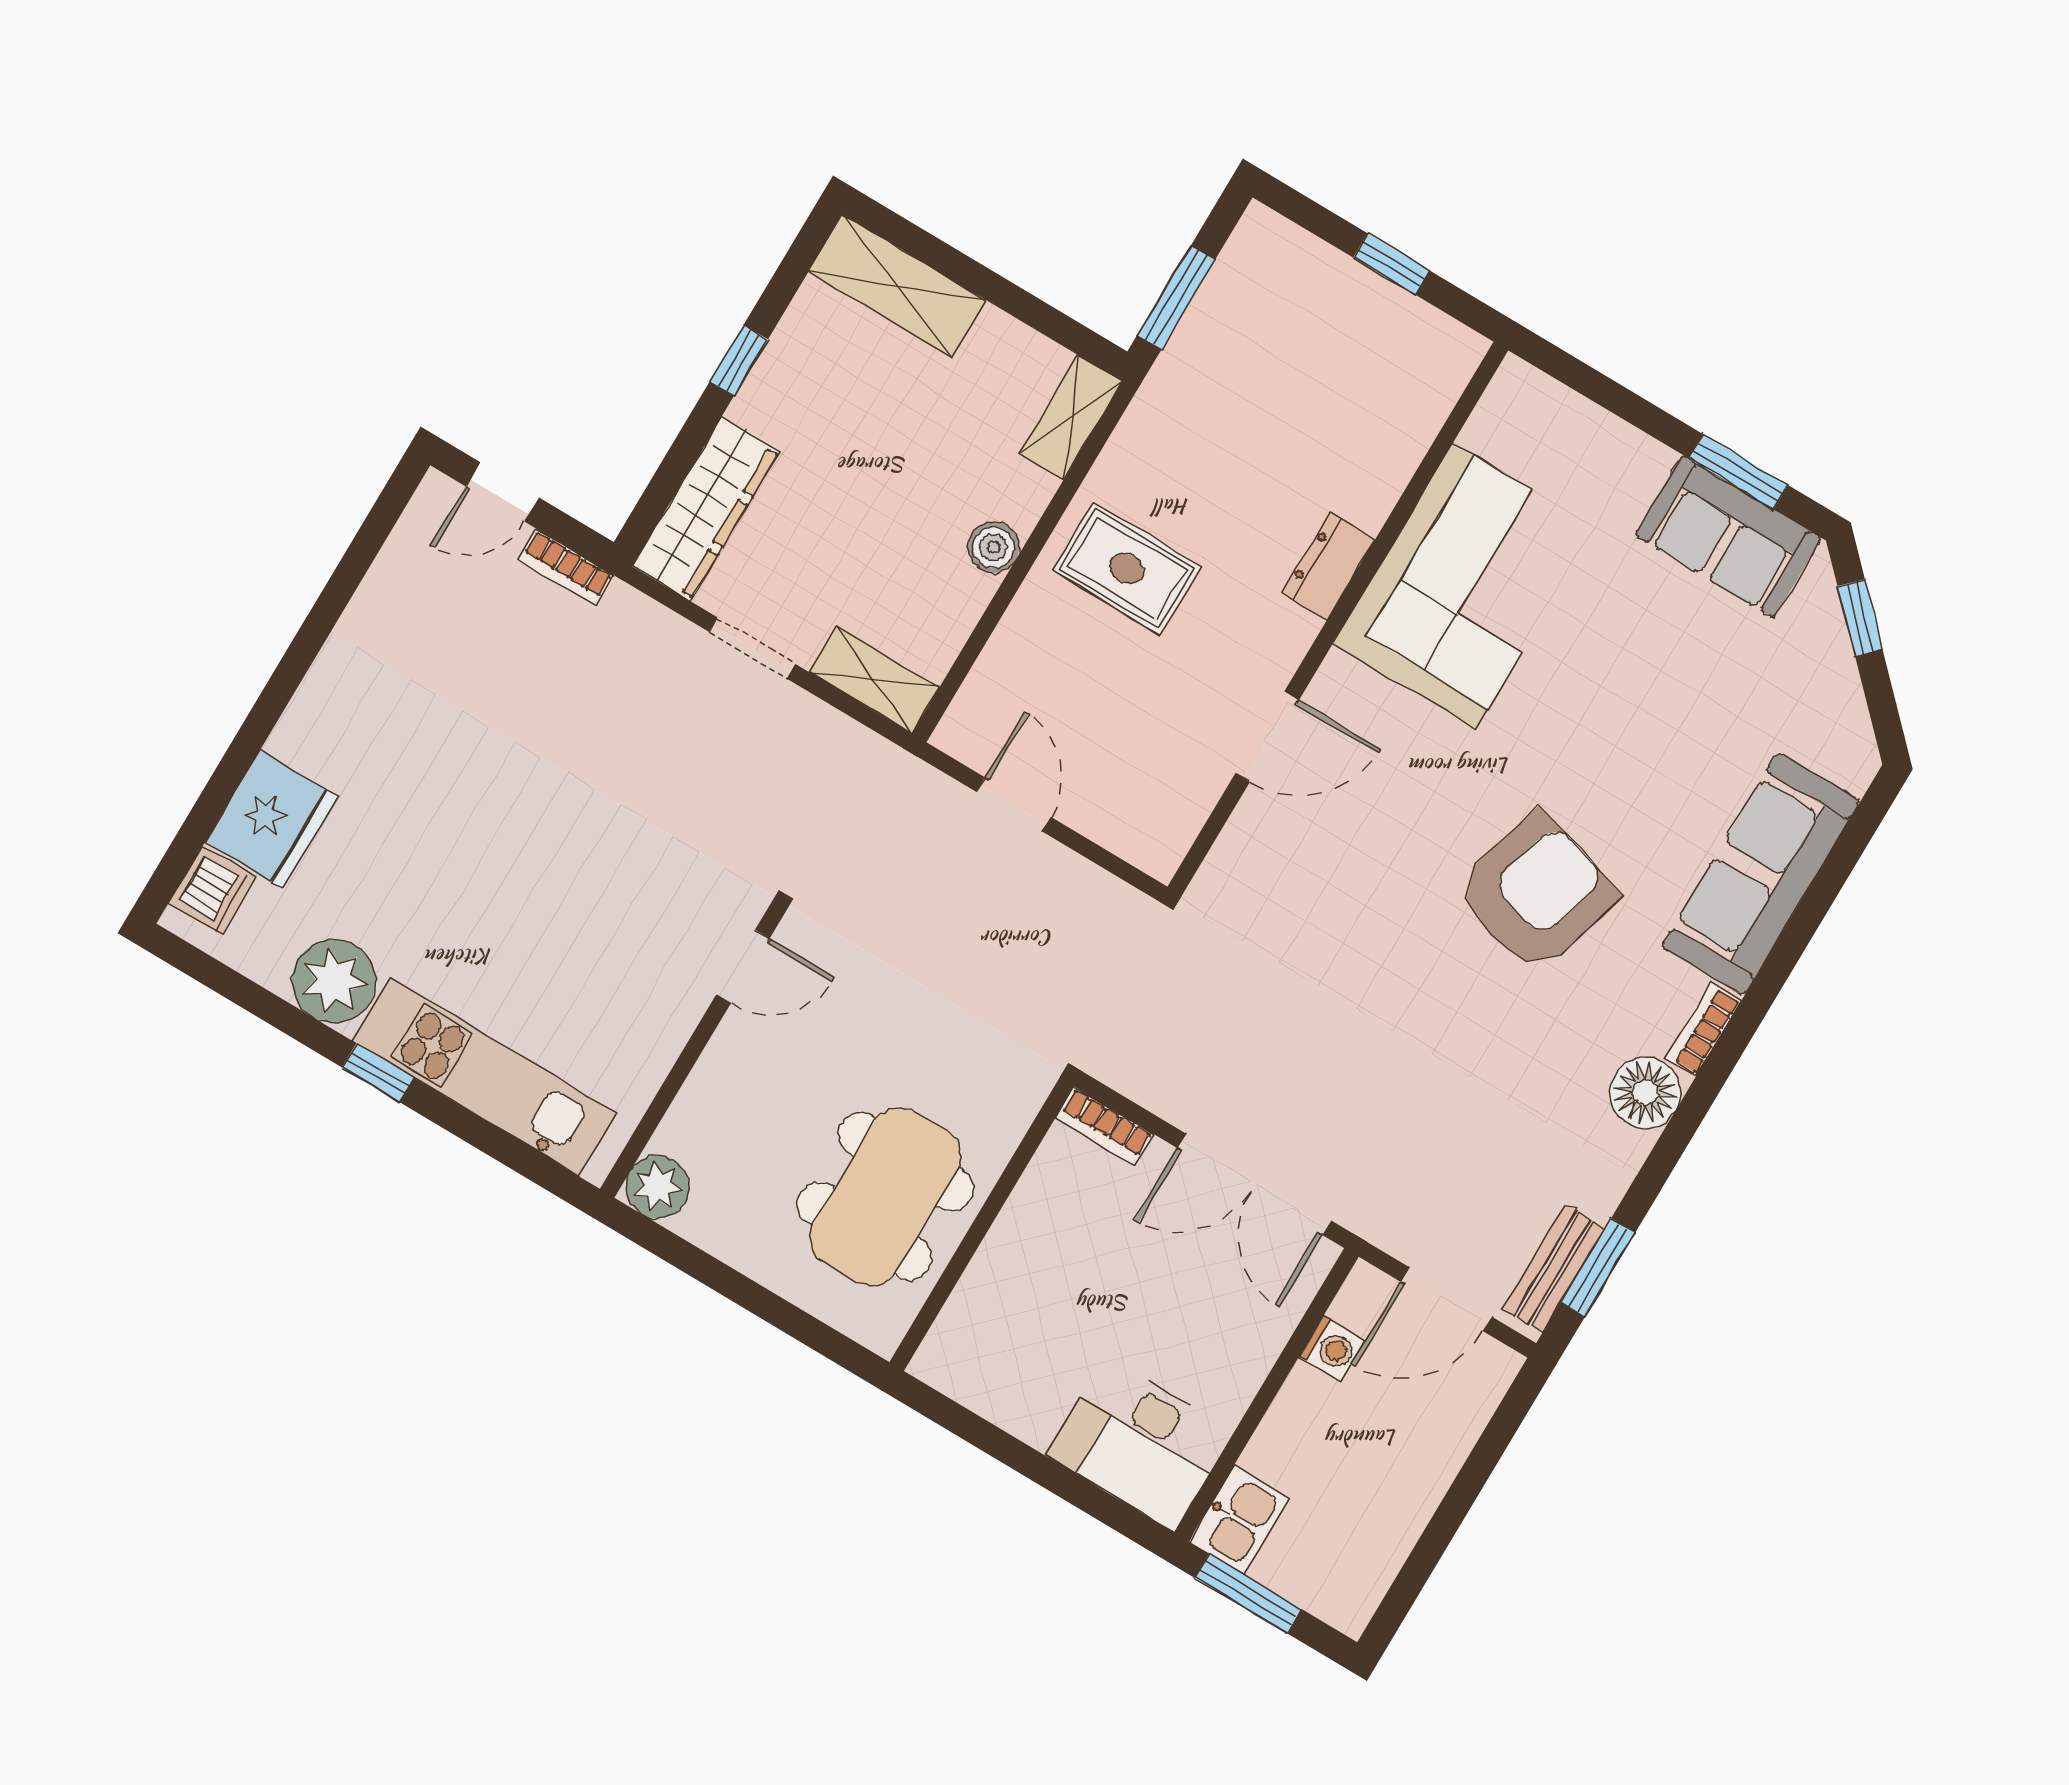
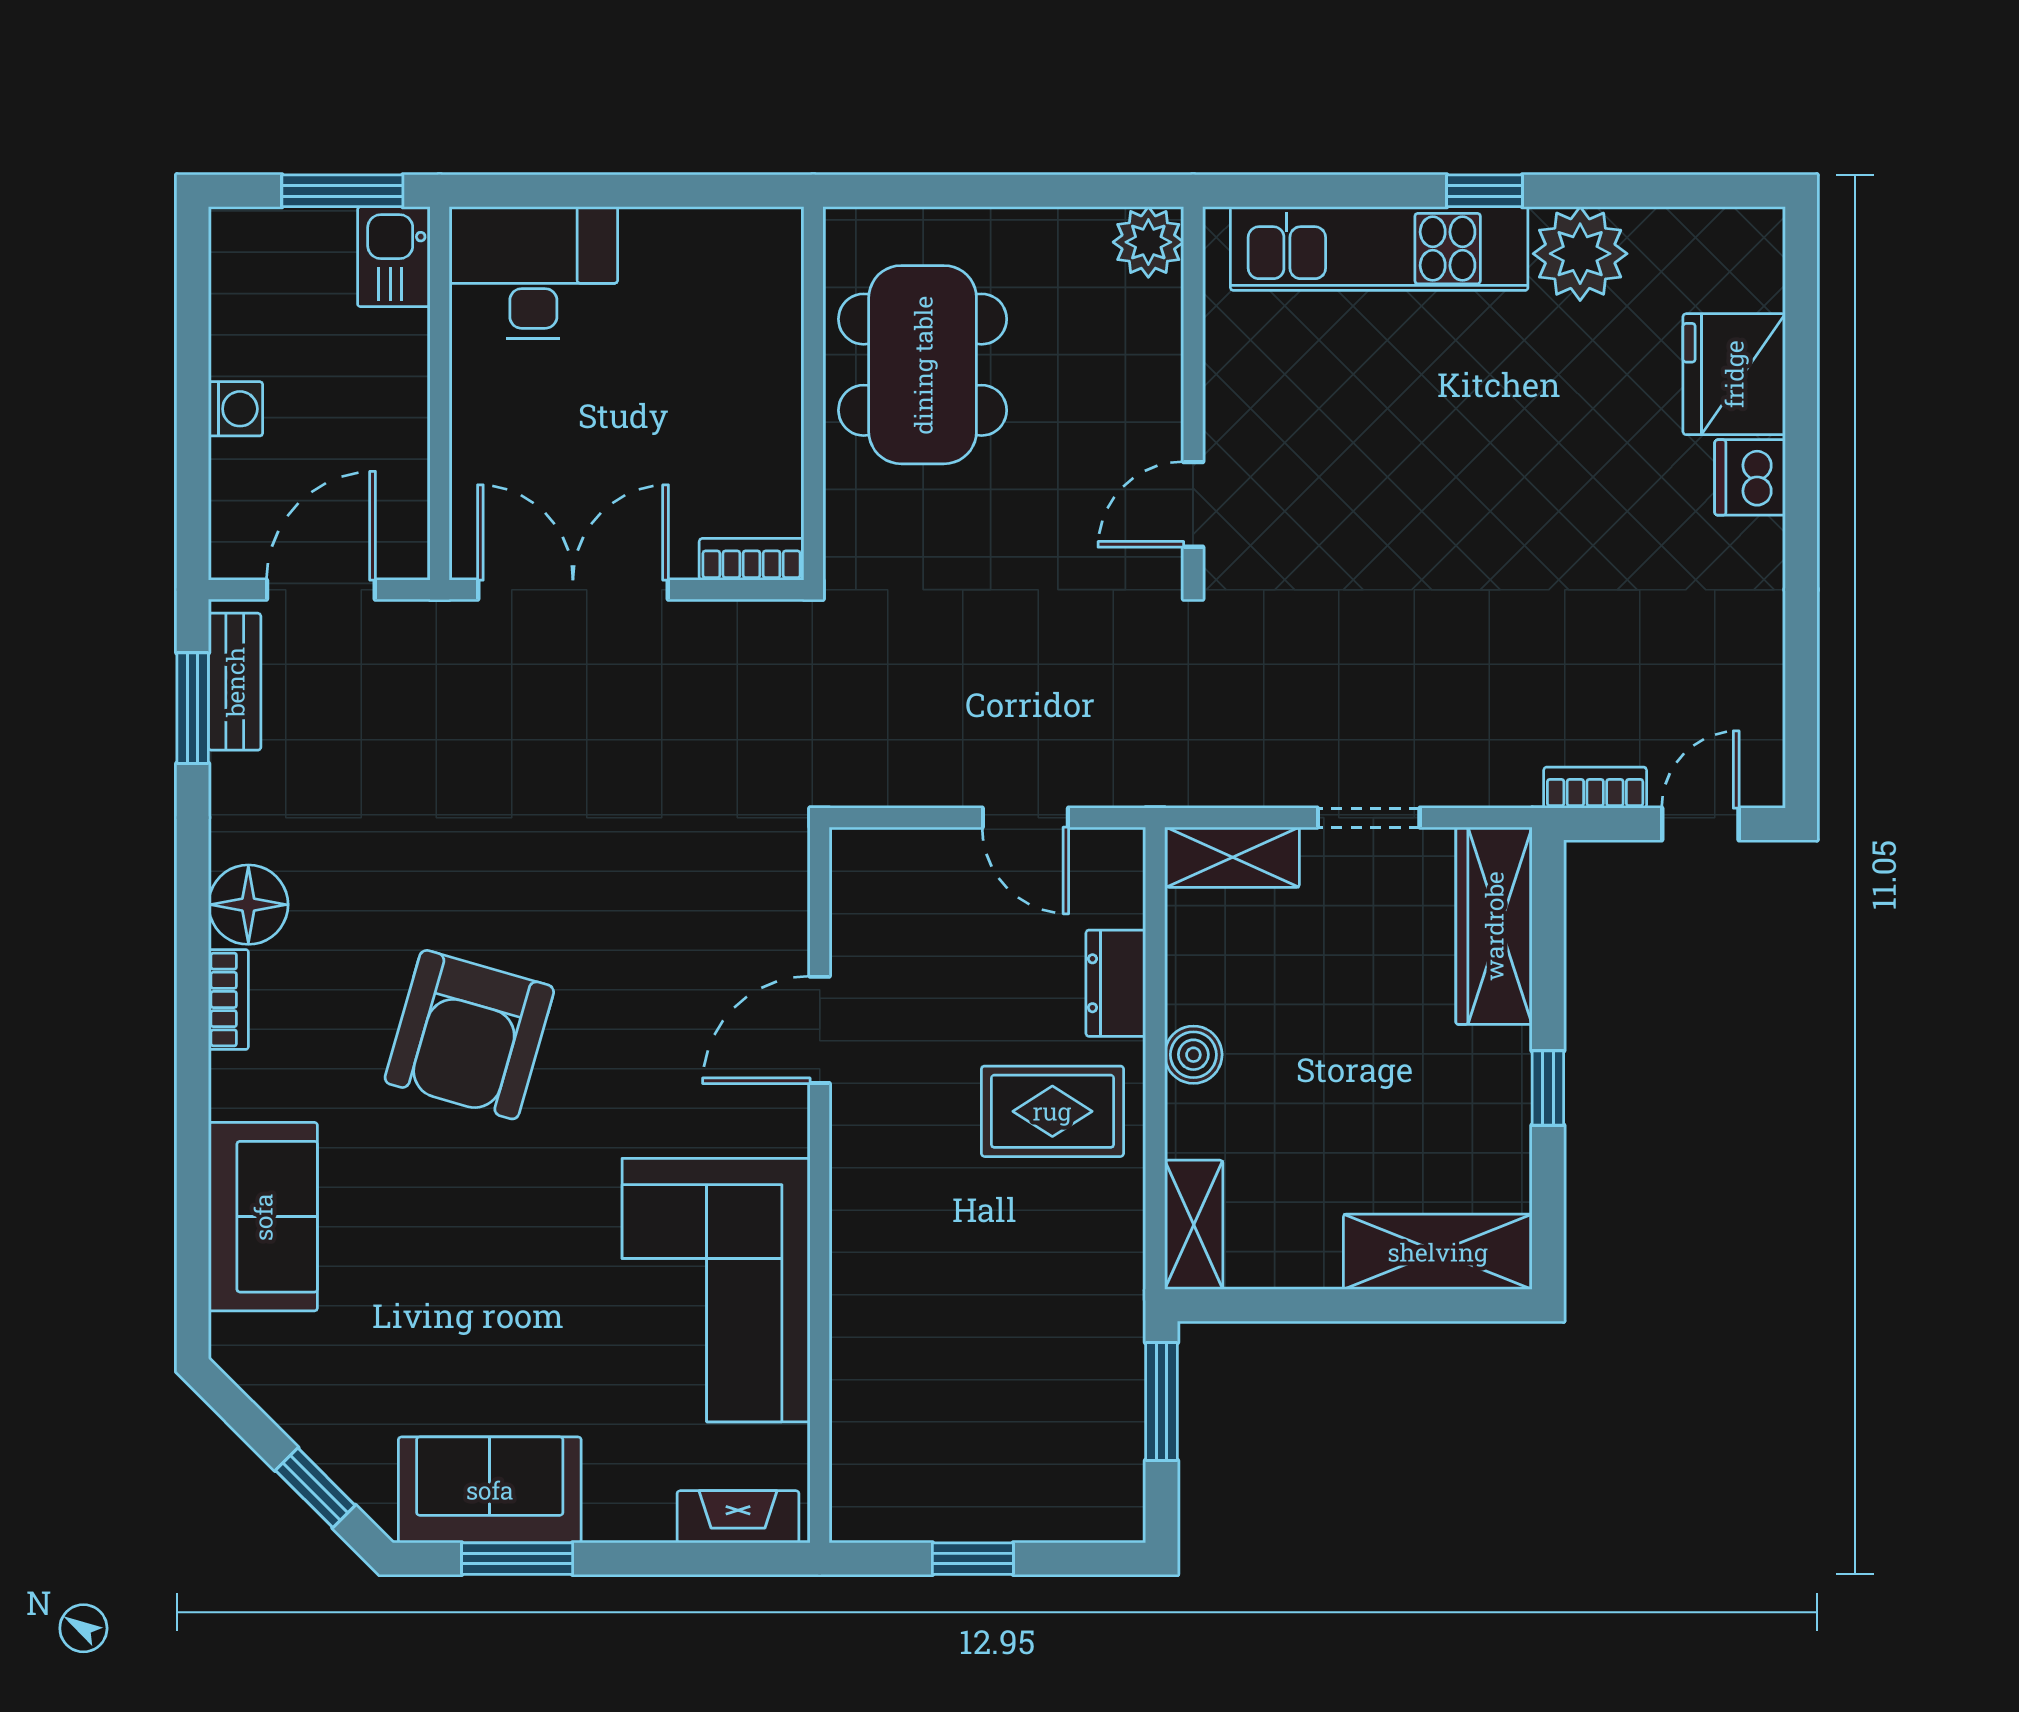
fireplace: (1551, 403) -> (738, 1517), added
dresser: (1328, 566) -> (1116, 983), moved, turned 180
sofa: (1761, 874) -> (263, 1217), width x0.73
dishwasher: (212, 891) -> (1750, 477), moved
washing machine: (1332, 1348) -> (236, 409), moved, turned 180

